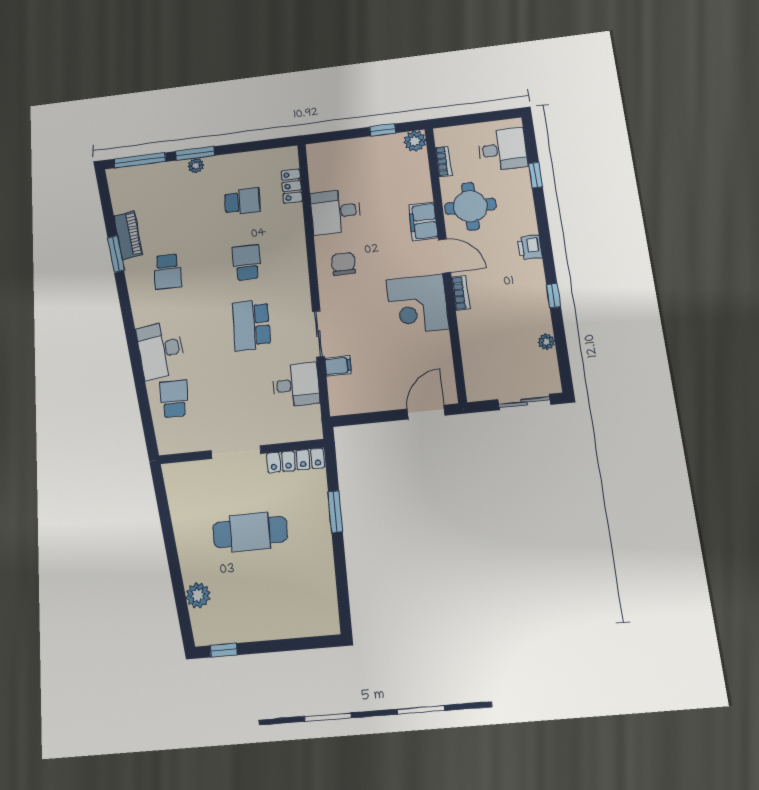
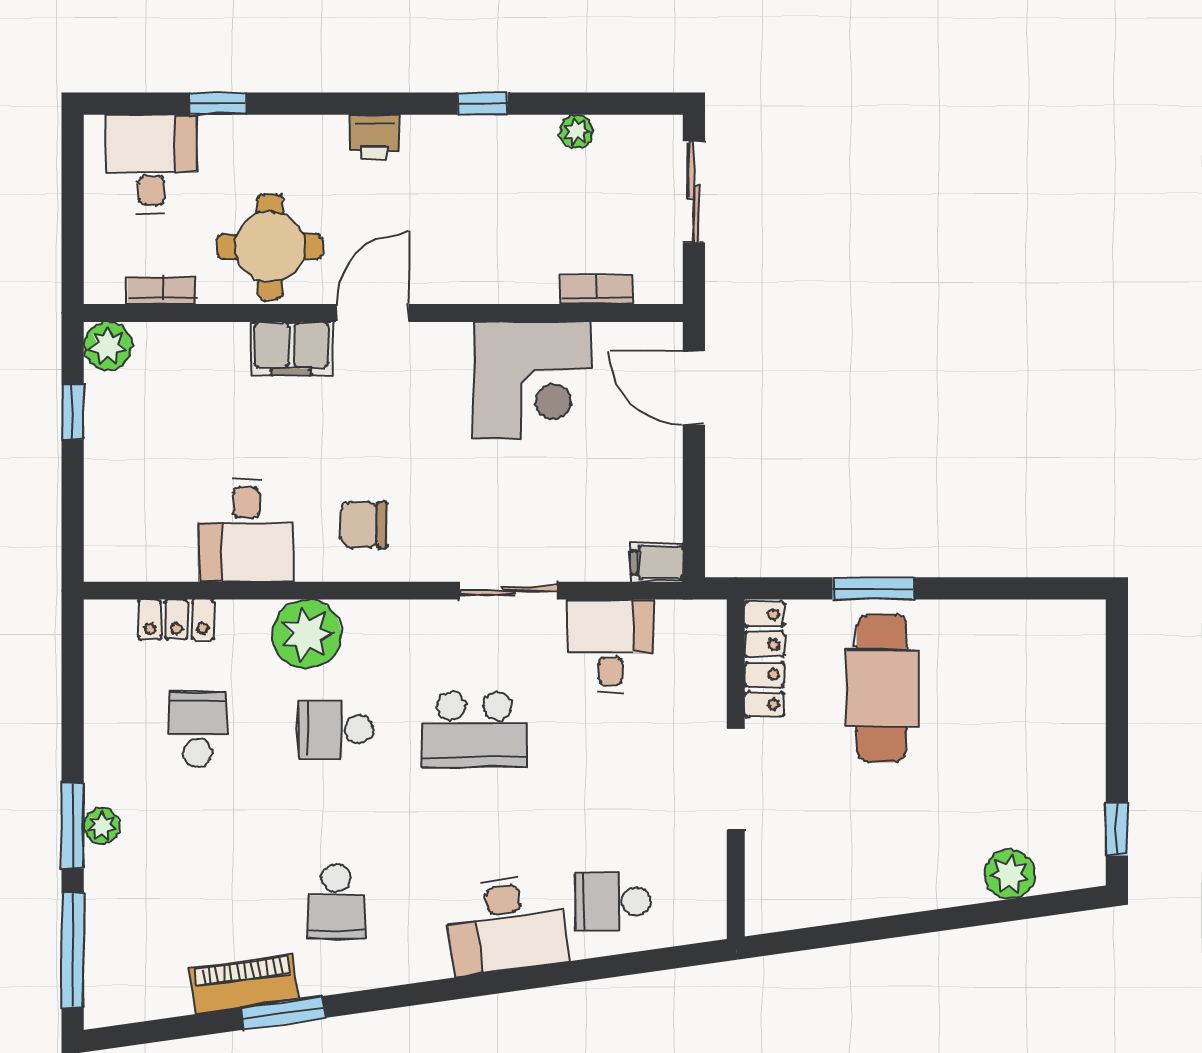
plant: (290, 244) -> (307, 634), added
school desk: (167, 272) -> (336, 901), turned 90
bookcase: (461, 293) -> (597, 290), moved
corner desk: (417, 304) -> (532, 381), moved
filing cabinet: (338, 366) -> (657, 562), moved, turned -90
cafe table: (250, 532) -> (882, 688), moved

